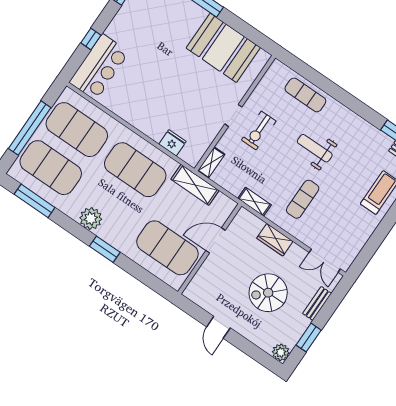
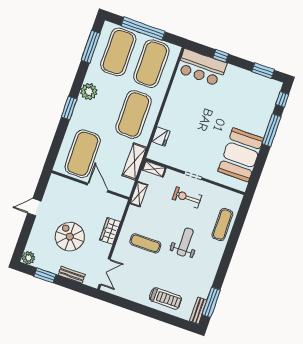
shelving: (254, 202) -> (139, 194), moved
double door: (325, 261) -> (105, 272), swing flipped

